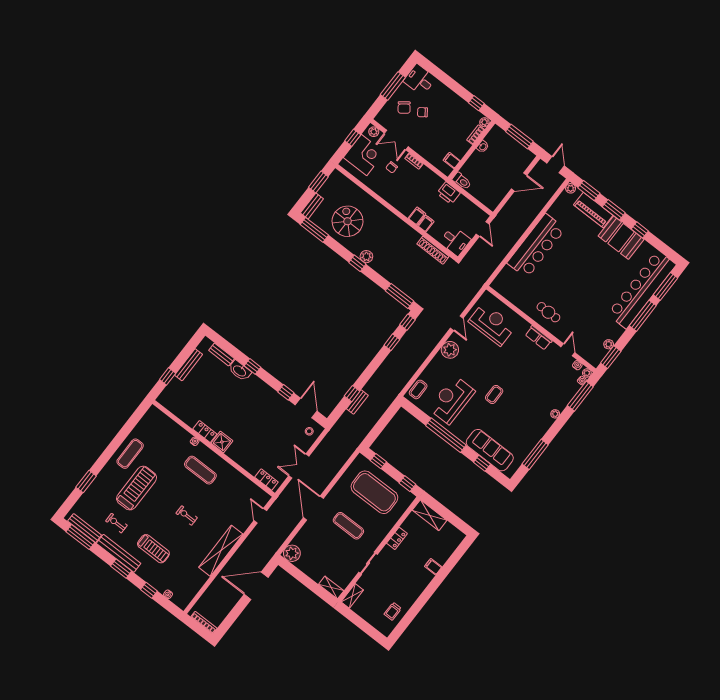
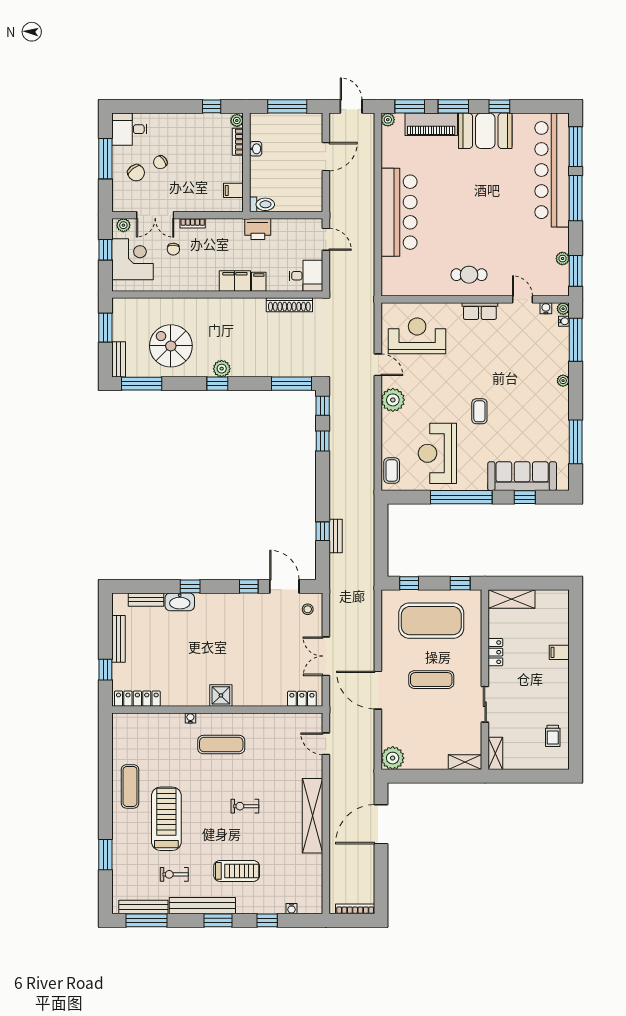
filing cabinet: (417, 216) -> (235, 281), width x2.00
locker: (205, 432) -> (137, 699), moved, width x1.53

